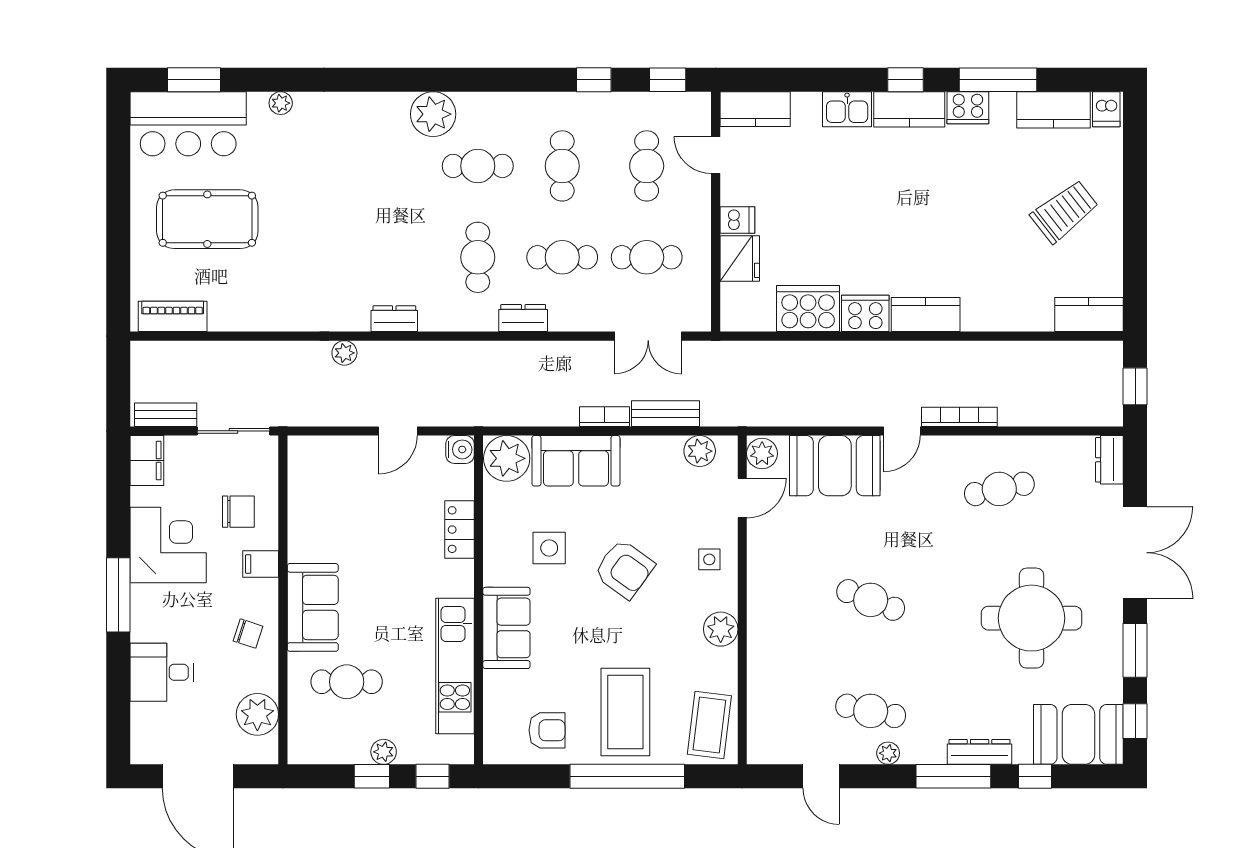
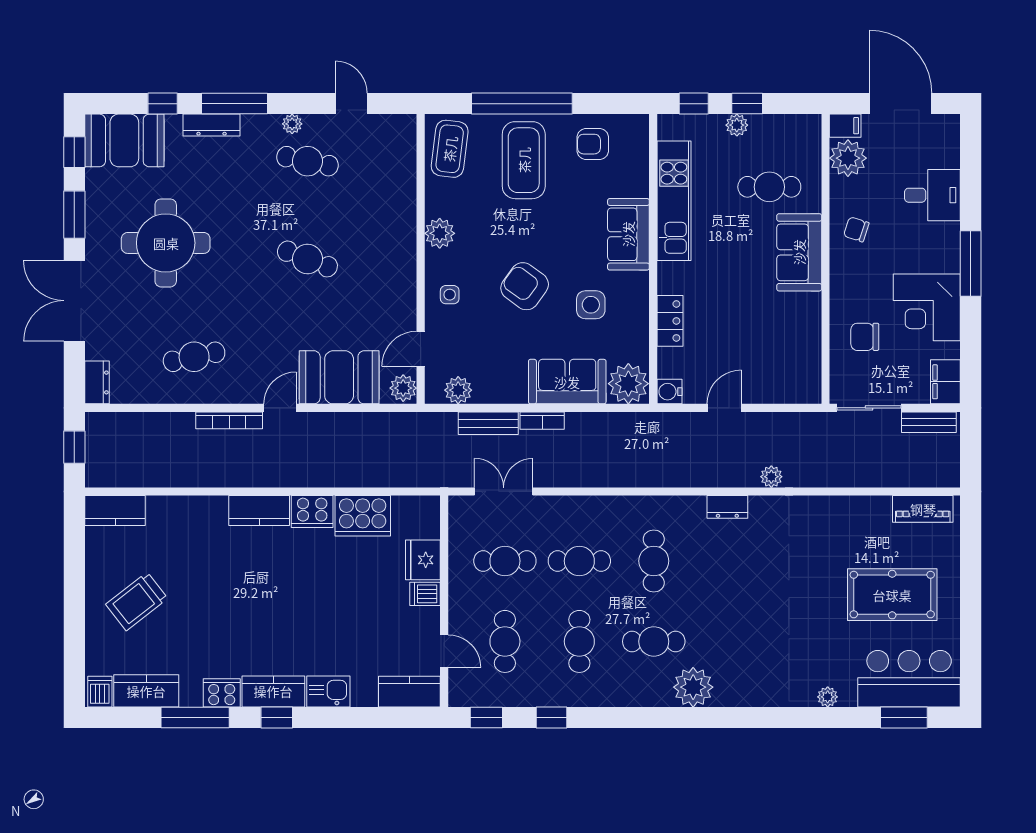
dresser: (523, 318) -> (614, 507), removed
filing cabinet: (261, 564) -> (845, 126), moved

